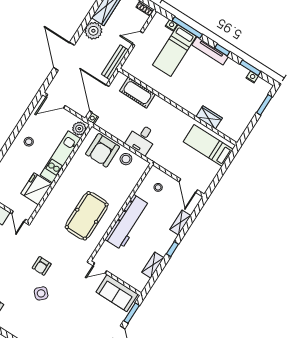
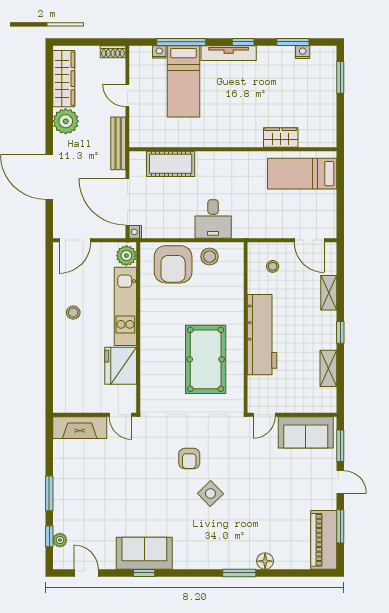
door: (138, 38) -> (127, 95), hinge flipped

